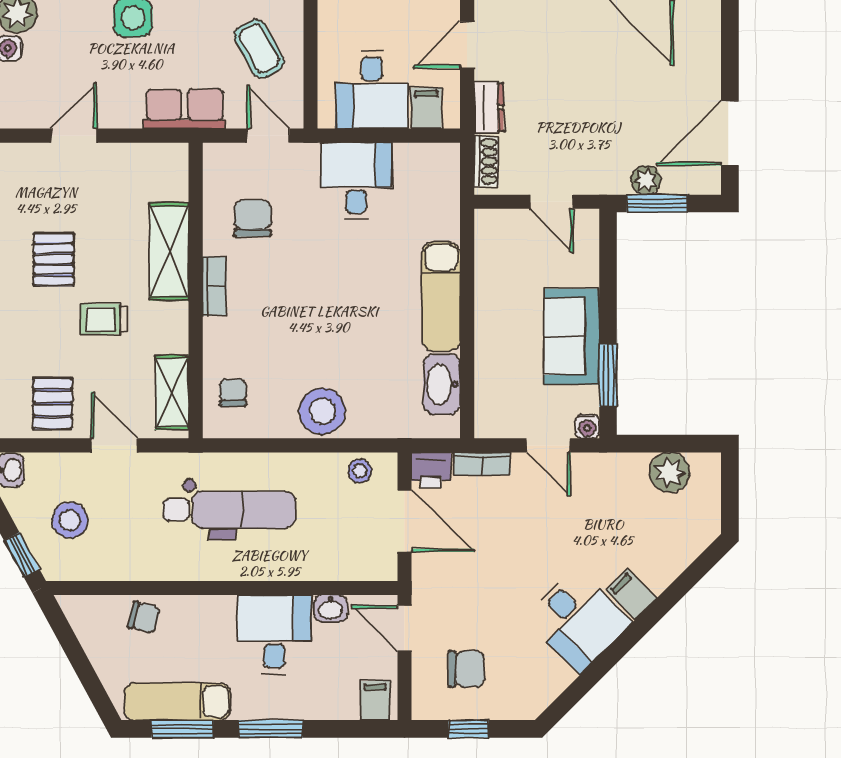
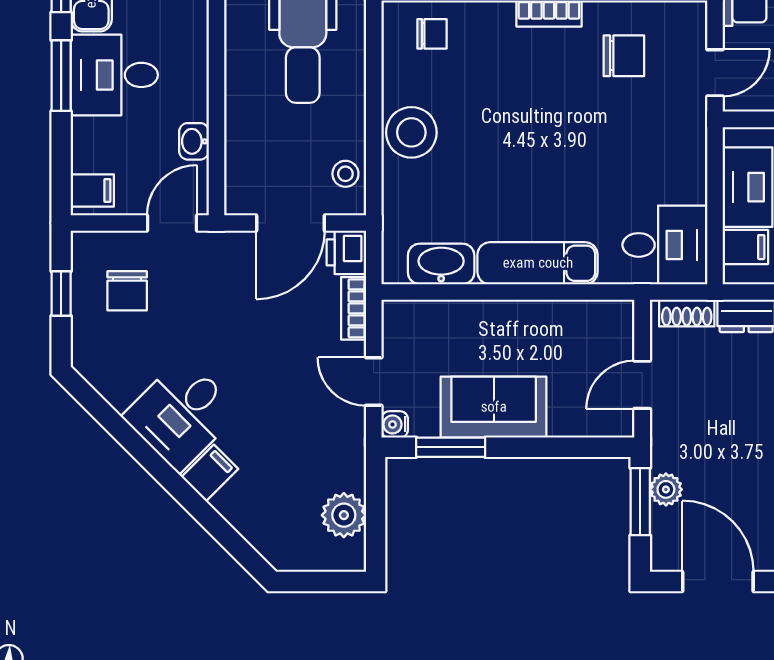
desk: (356, 181) -> (665, 245), moved
door: (548, 445) -> (374, 382), hinge flipped
desk: (274, 635) -> (114, 75), moved, turned 180

